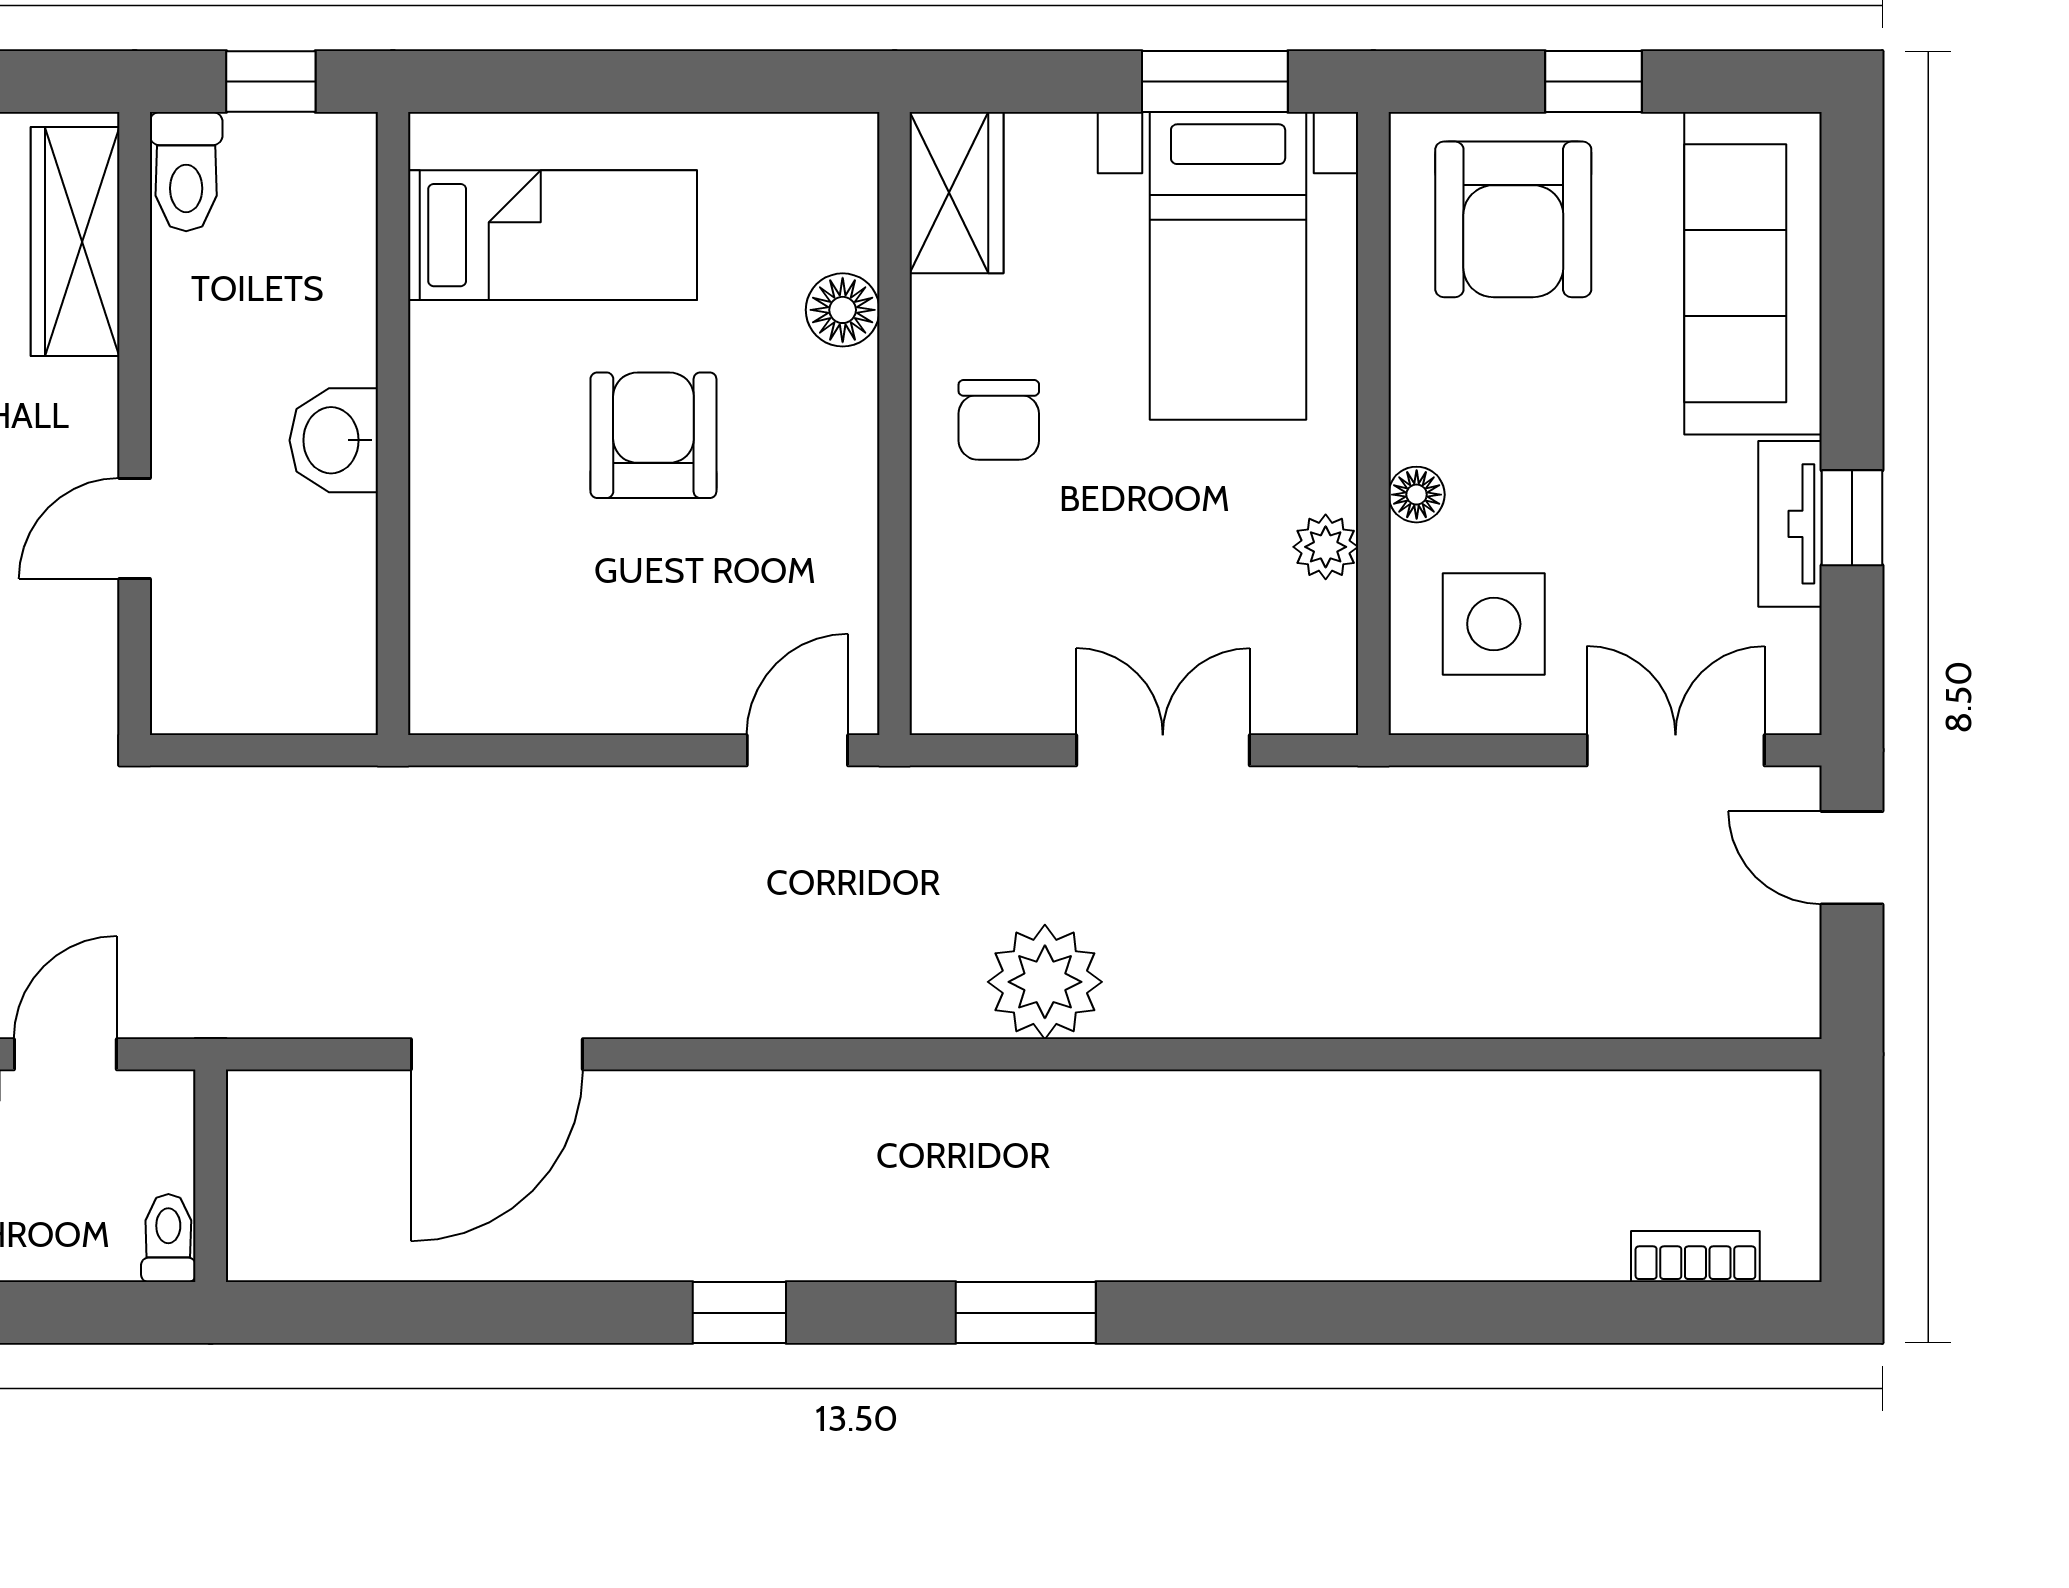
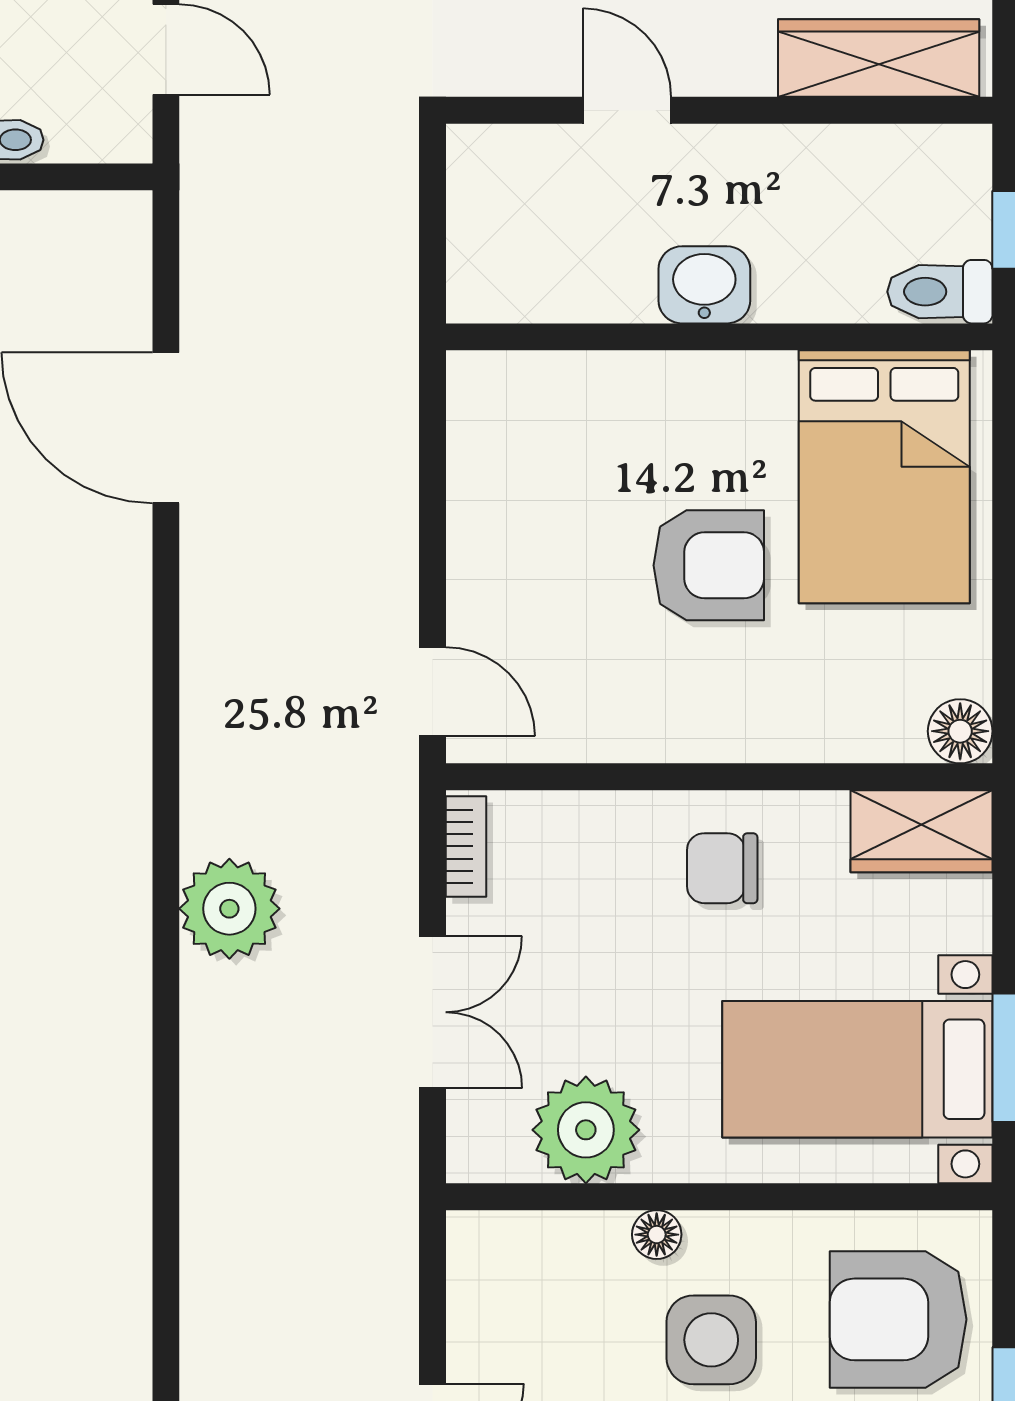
toilet: (186, 172) -> (940, 292), moved
bed: (552, 235) -> (884, 477), width x1.50
floor lamp: (843, 310) -> (960, 731), moved
plant: (1326, 547) -> (586, 1130), width x1.87, depth x1.87
side table: (1494, 624) -> (711, 1340), moved
bookcase: (974, 712) -> (466, 846), added

